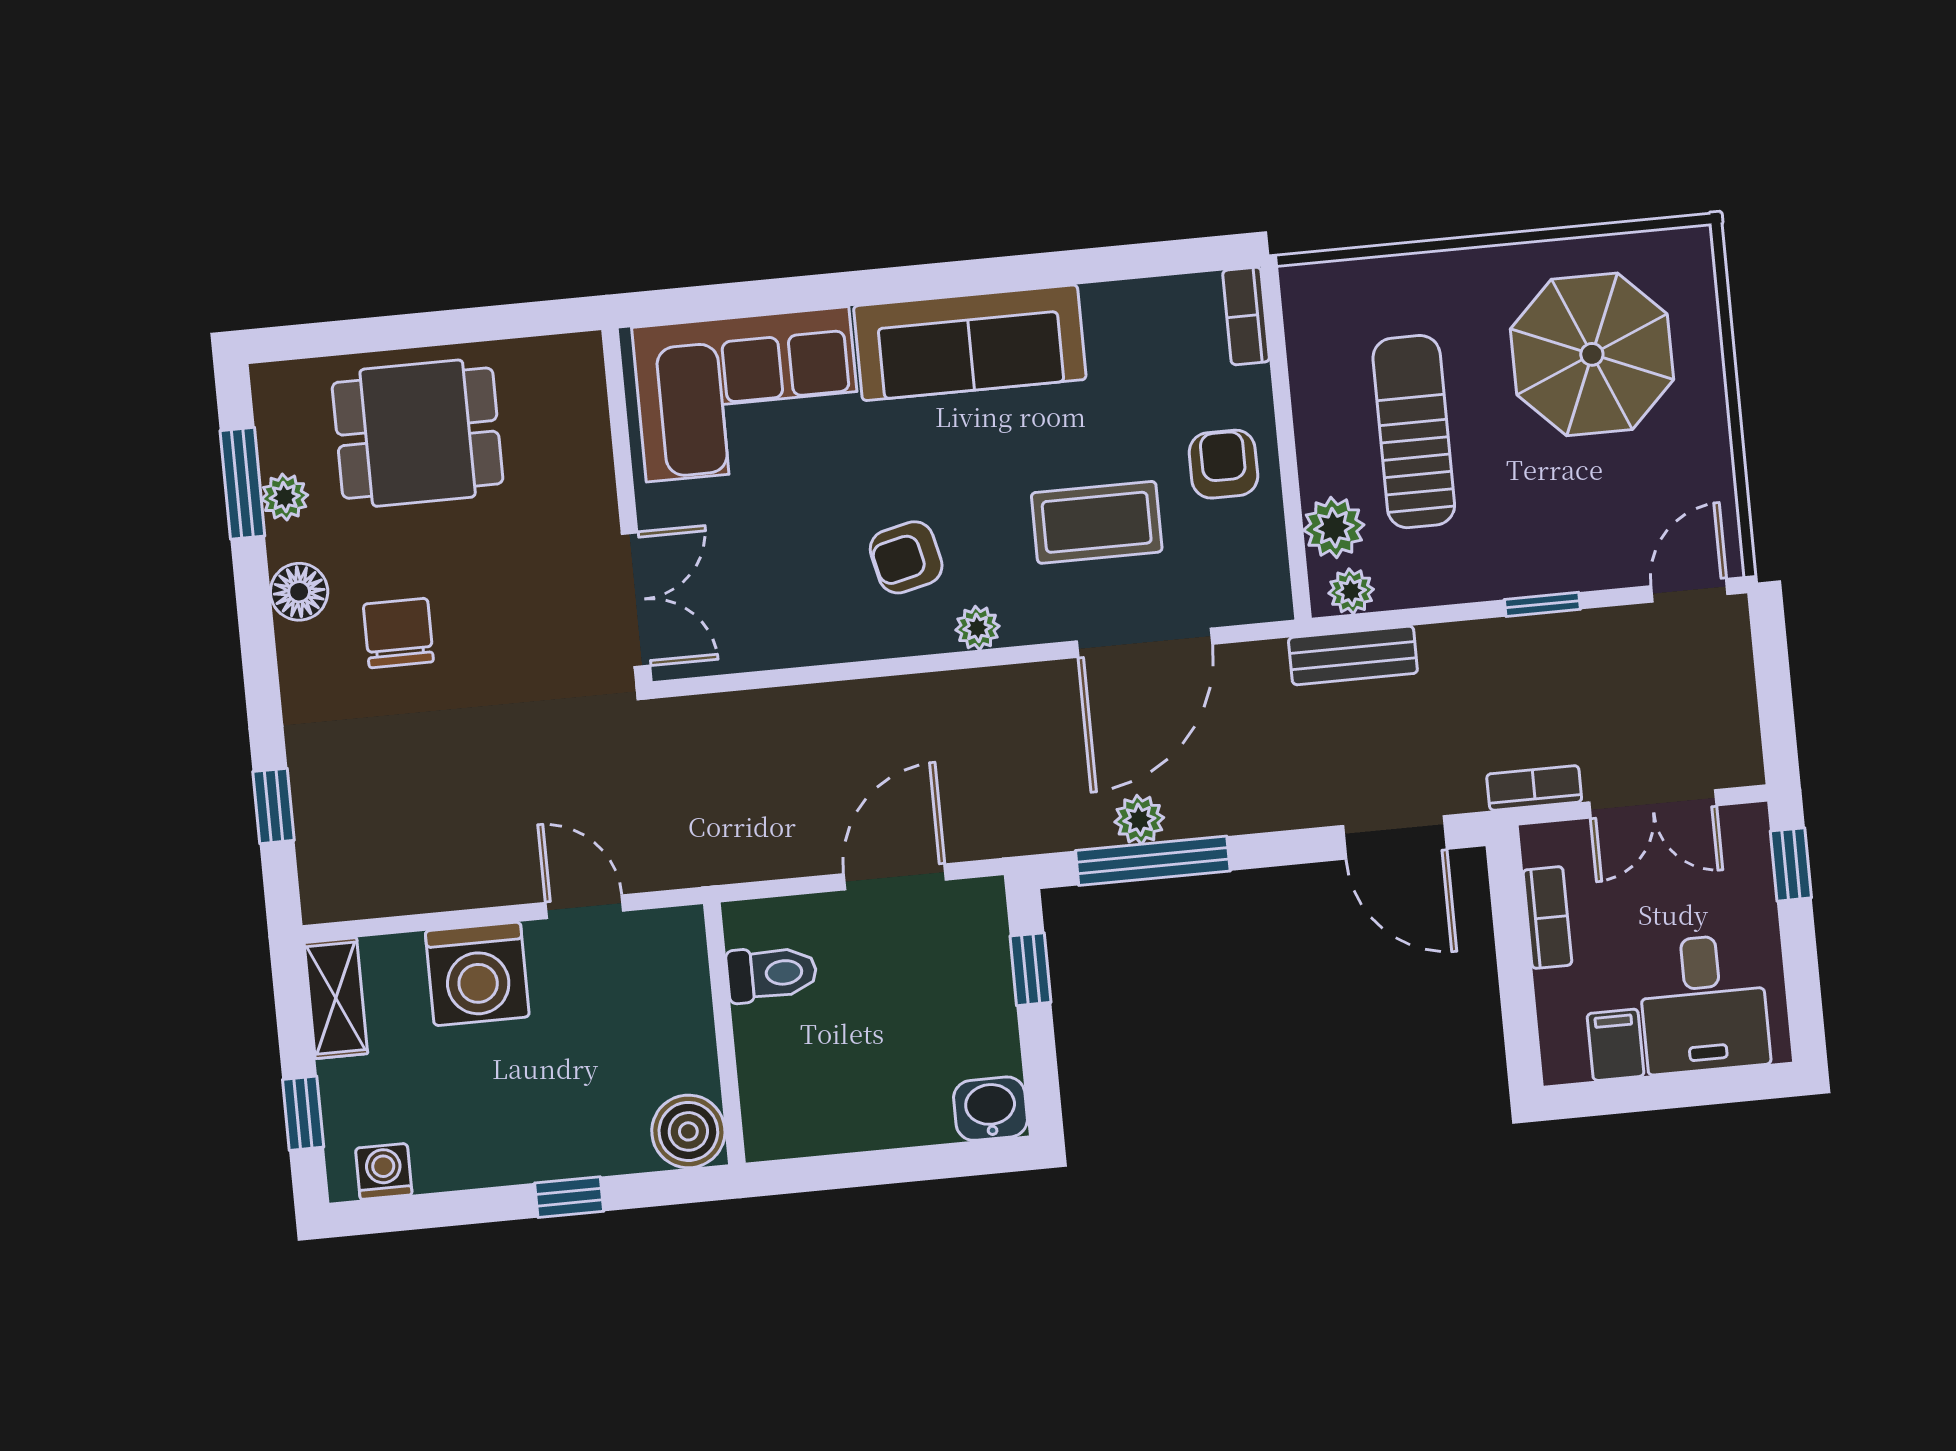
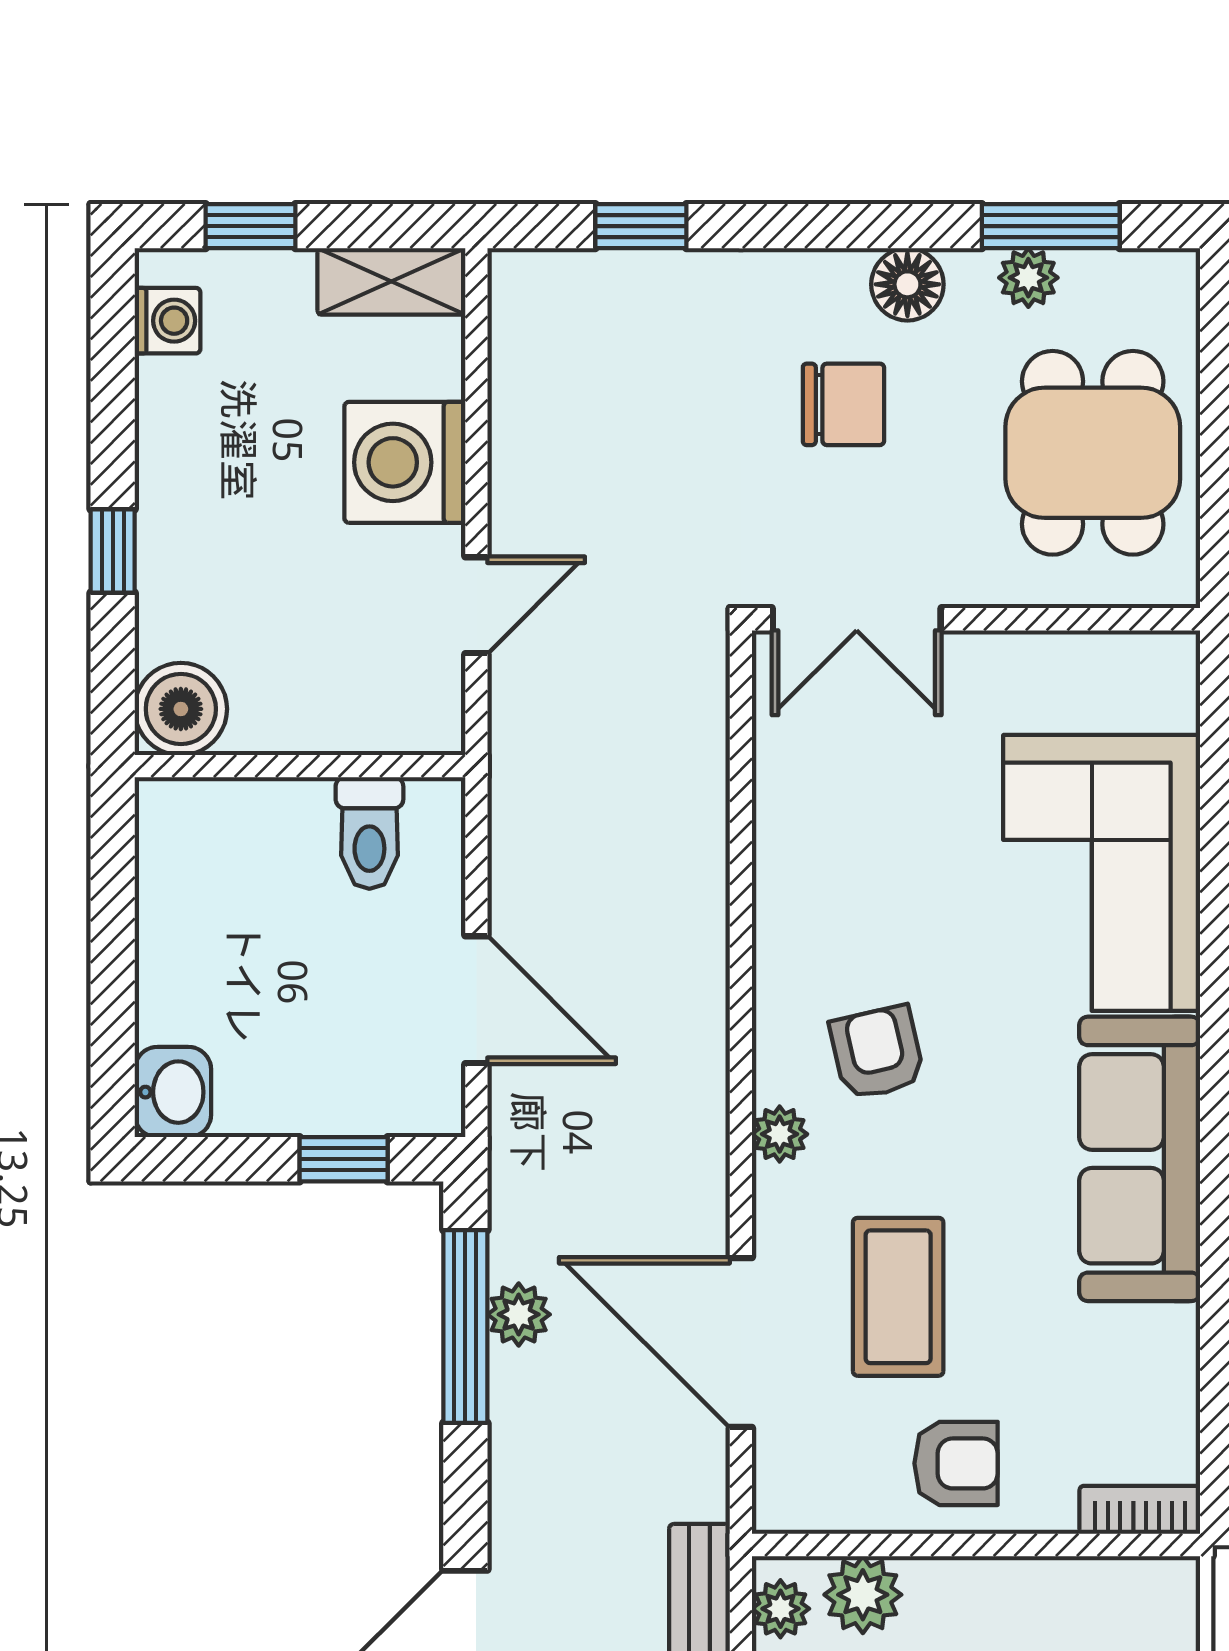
wall: (627, 506) -> (976, 619), moved
double door: (636, 600) -> (857, 619), moved

